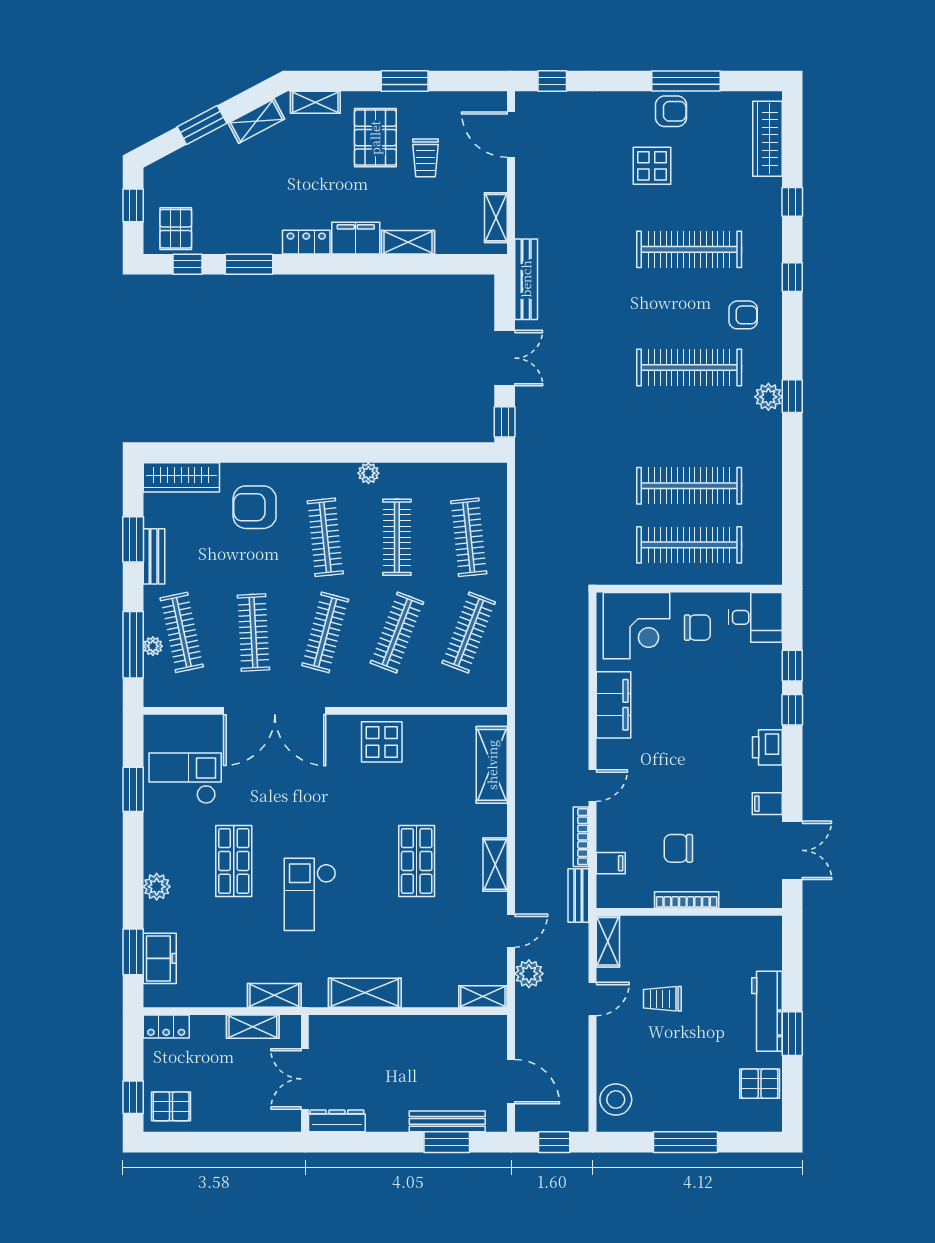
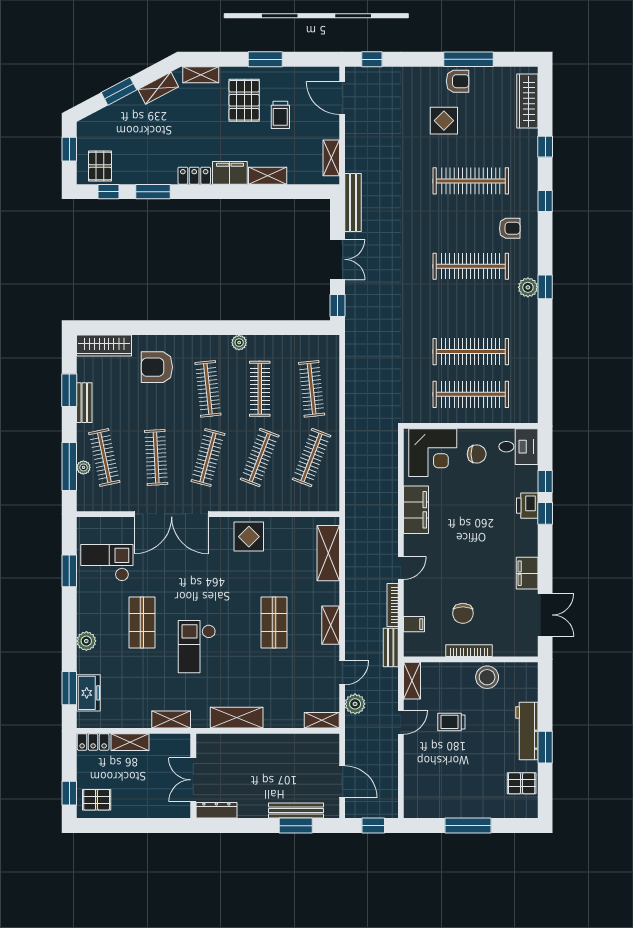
printer: (767, 747) -> (527, 506), moved
filing cabinet: (767, 804) -> (527, 573), width x2.00
chair: (678, 848) -> (463, 613), turned -90
shelving: (253, 1027) -> (130, 742), moved
stool: (616, 1100) -> (487, 677), moved

